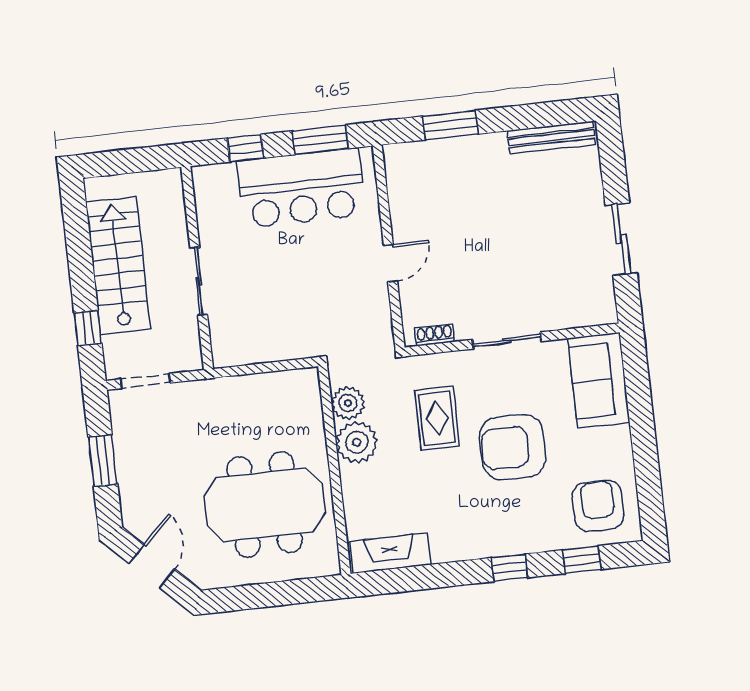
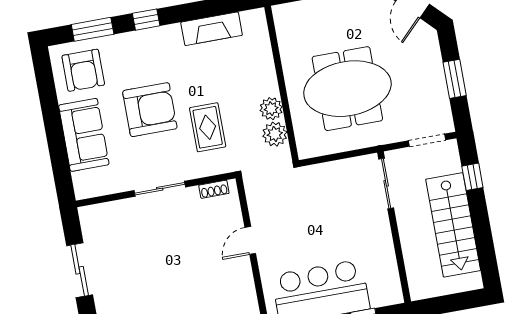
sliding door: (199, 281) -> (386, 183), moved
sofa: (599, 380) -> (84, 135), moved
plant: (357, 442) -> (271, 109), width x0.73, depth x0.73
meeting table: (265, 505) -> (347, 89), moved
fireplace: (390, 553) -> (212, 29), moved
window: (582, 560) -> (93, 29), width x1.50

